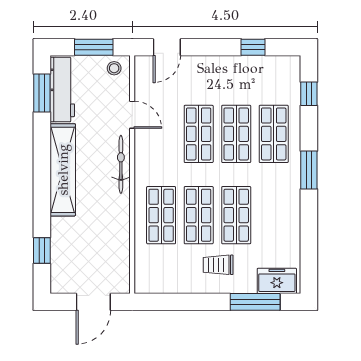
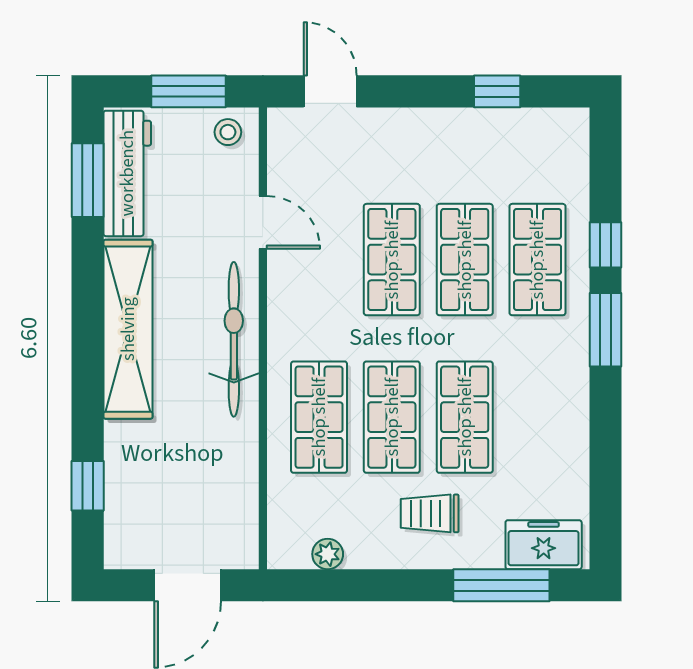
door: (167, 47) -> (330, 91), swing flipped
window: (309, 94) -> (606, 245), moved
bicycle: (121, 164) -> (234, 339), width x1.37, depth x1.40
plant: (166, 286) -> (328, 554), added

